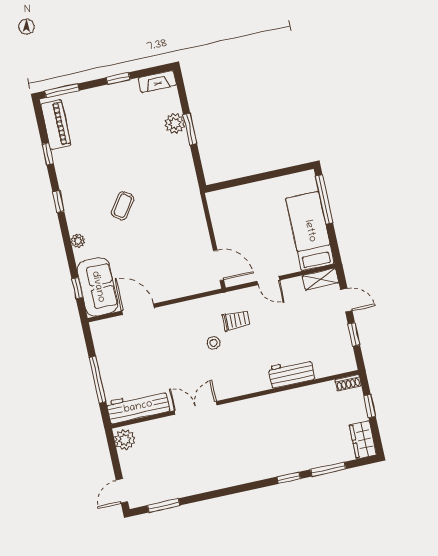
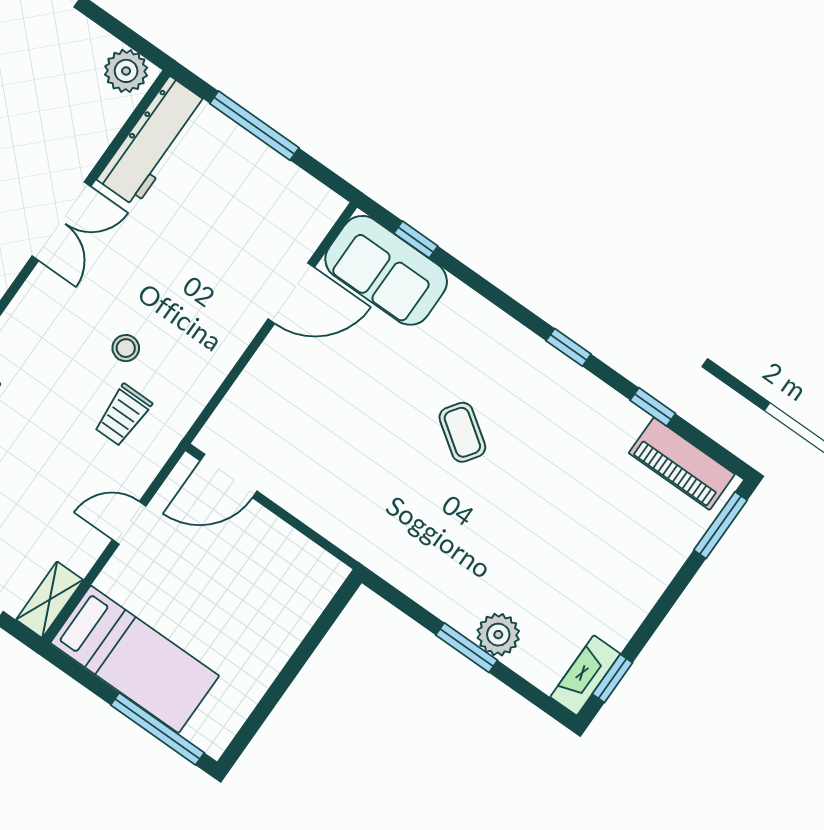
window: (118, 78) -> (612, 678), moved
plant: (78, 241) -> (482, 314), removed

